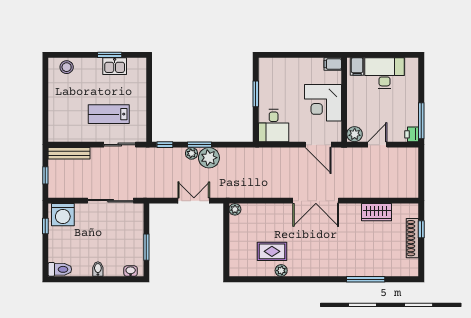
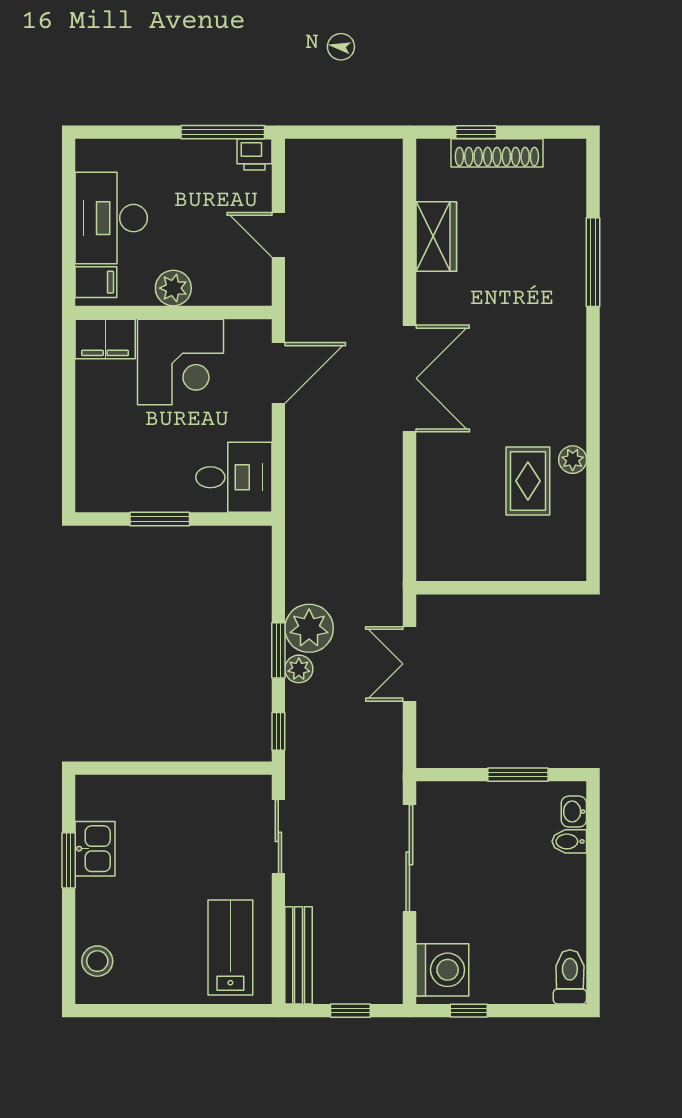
filing cabinet: (333, 64) -> (105, 339), width x2.00
lab bench: (109, 114) -> (230, 947), moved, turned 180
plant: (355, 134) -> (173, 288), moved
plant: (235, 209) -> (430, 568), removed
bidet: (98, 269) -> (569, 841), moved

